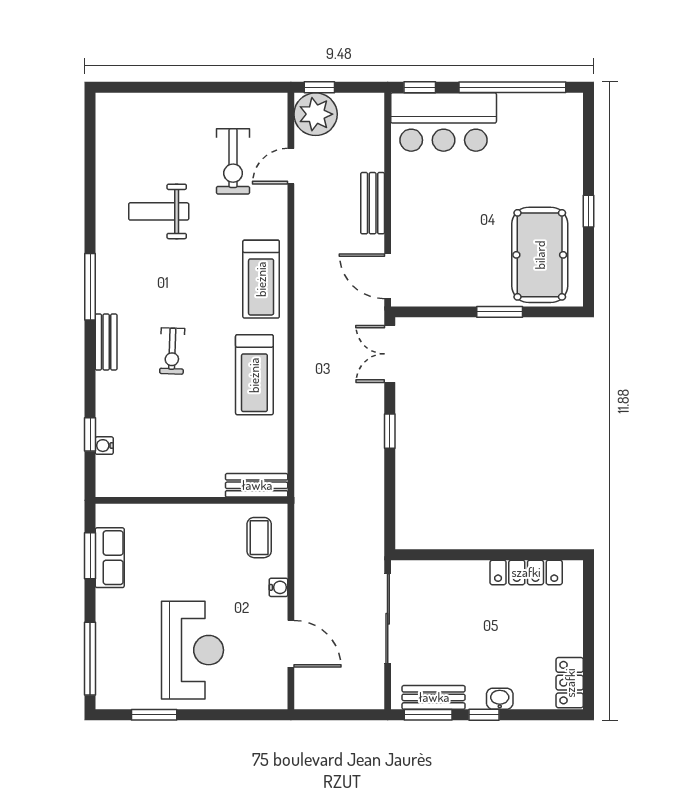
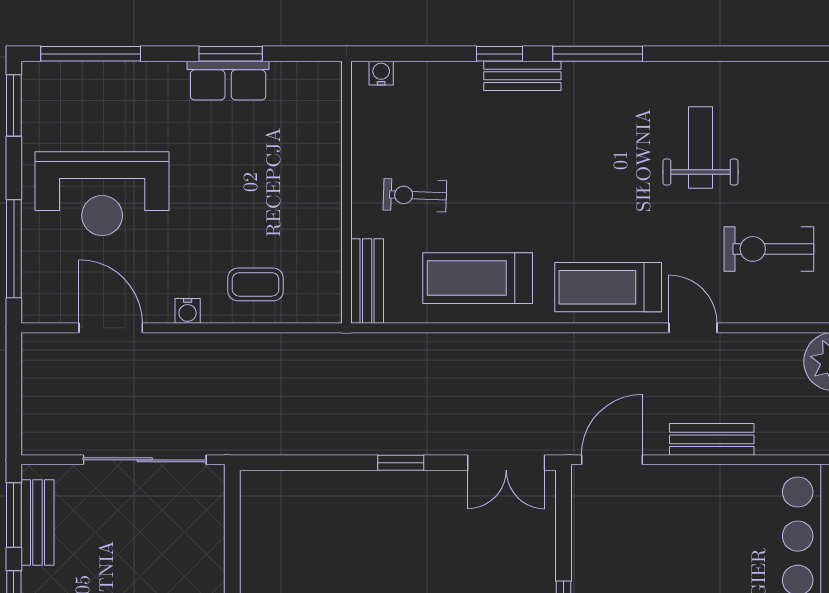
door: (291, 166) -> (693, 328), moved
exercise bike: (172, 351) -> (415, 195), moved
double door: (390, 354) -> (506, 463), swing flipped
window: (90, 434) -> (500, 54), moved
bench: (257, 485) -> (367, 281), moved
wall: (192, 500) -> (347, 192), moved
door: (291, 644) -> (111, 328), swing flipped
window: (154, 715) -> (14, 105), moved
window: (233, 715) -> (14, 249), added

